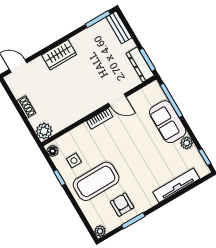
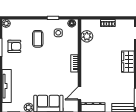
door: (117, 100) -> (80, 93), moved
plant: (44, 131) -> (87, 36), moved
coffee table: (96, 181) -> (38, 39), width x0.54, depth x0.58

